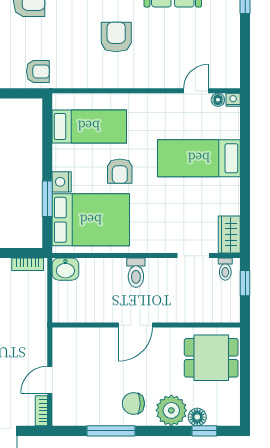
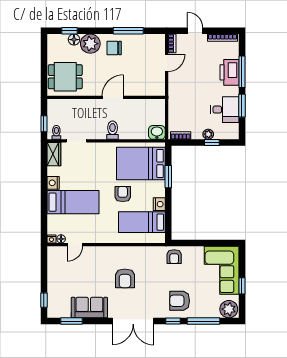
armchair: (38, 71) -> (174, 257), turned -90
nightstand: (62, 182) -> (159, 204), moved
nightstand: (230, 189) -> (53, 183), added
chair: (133, 403) -> (114, 48), turned 180

